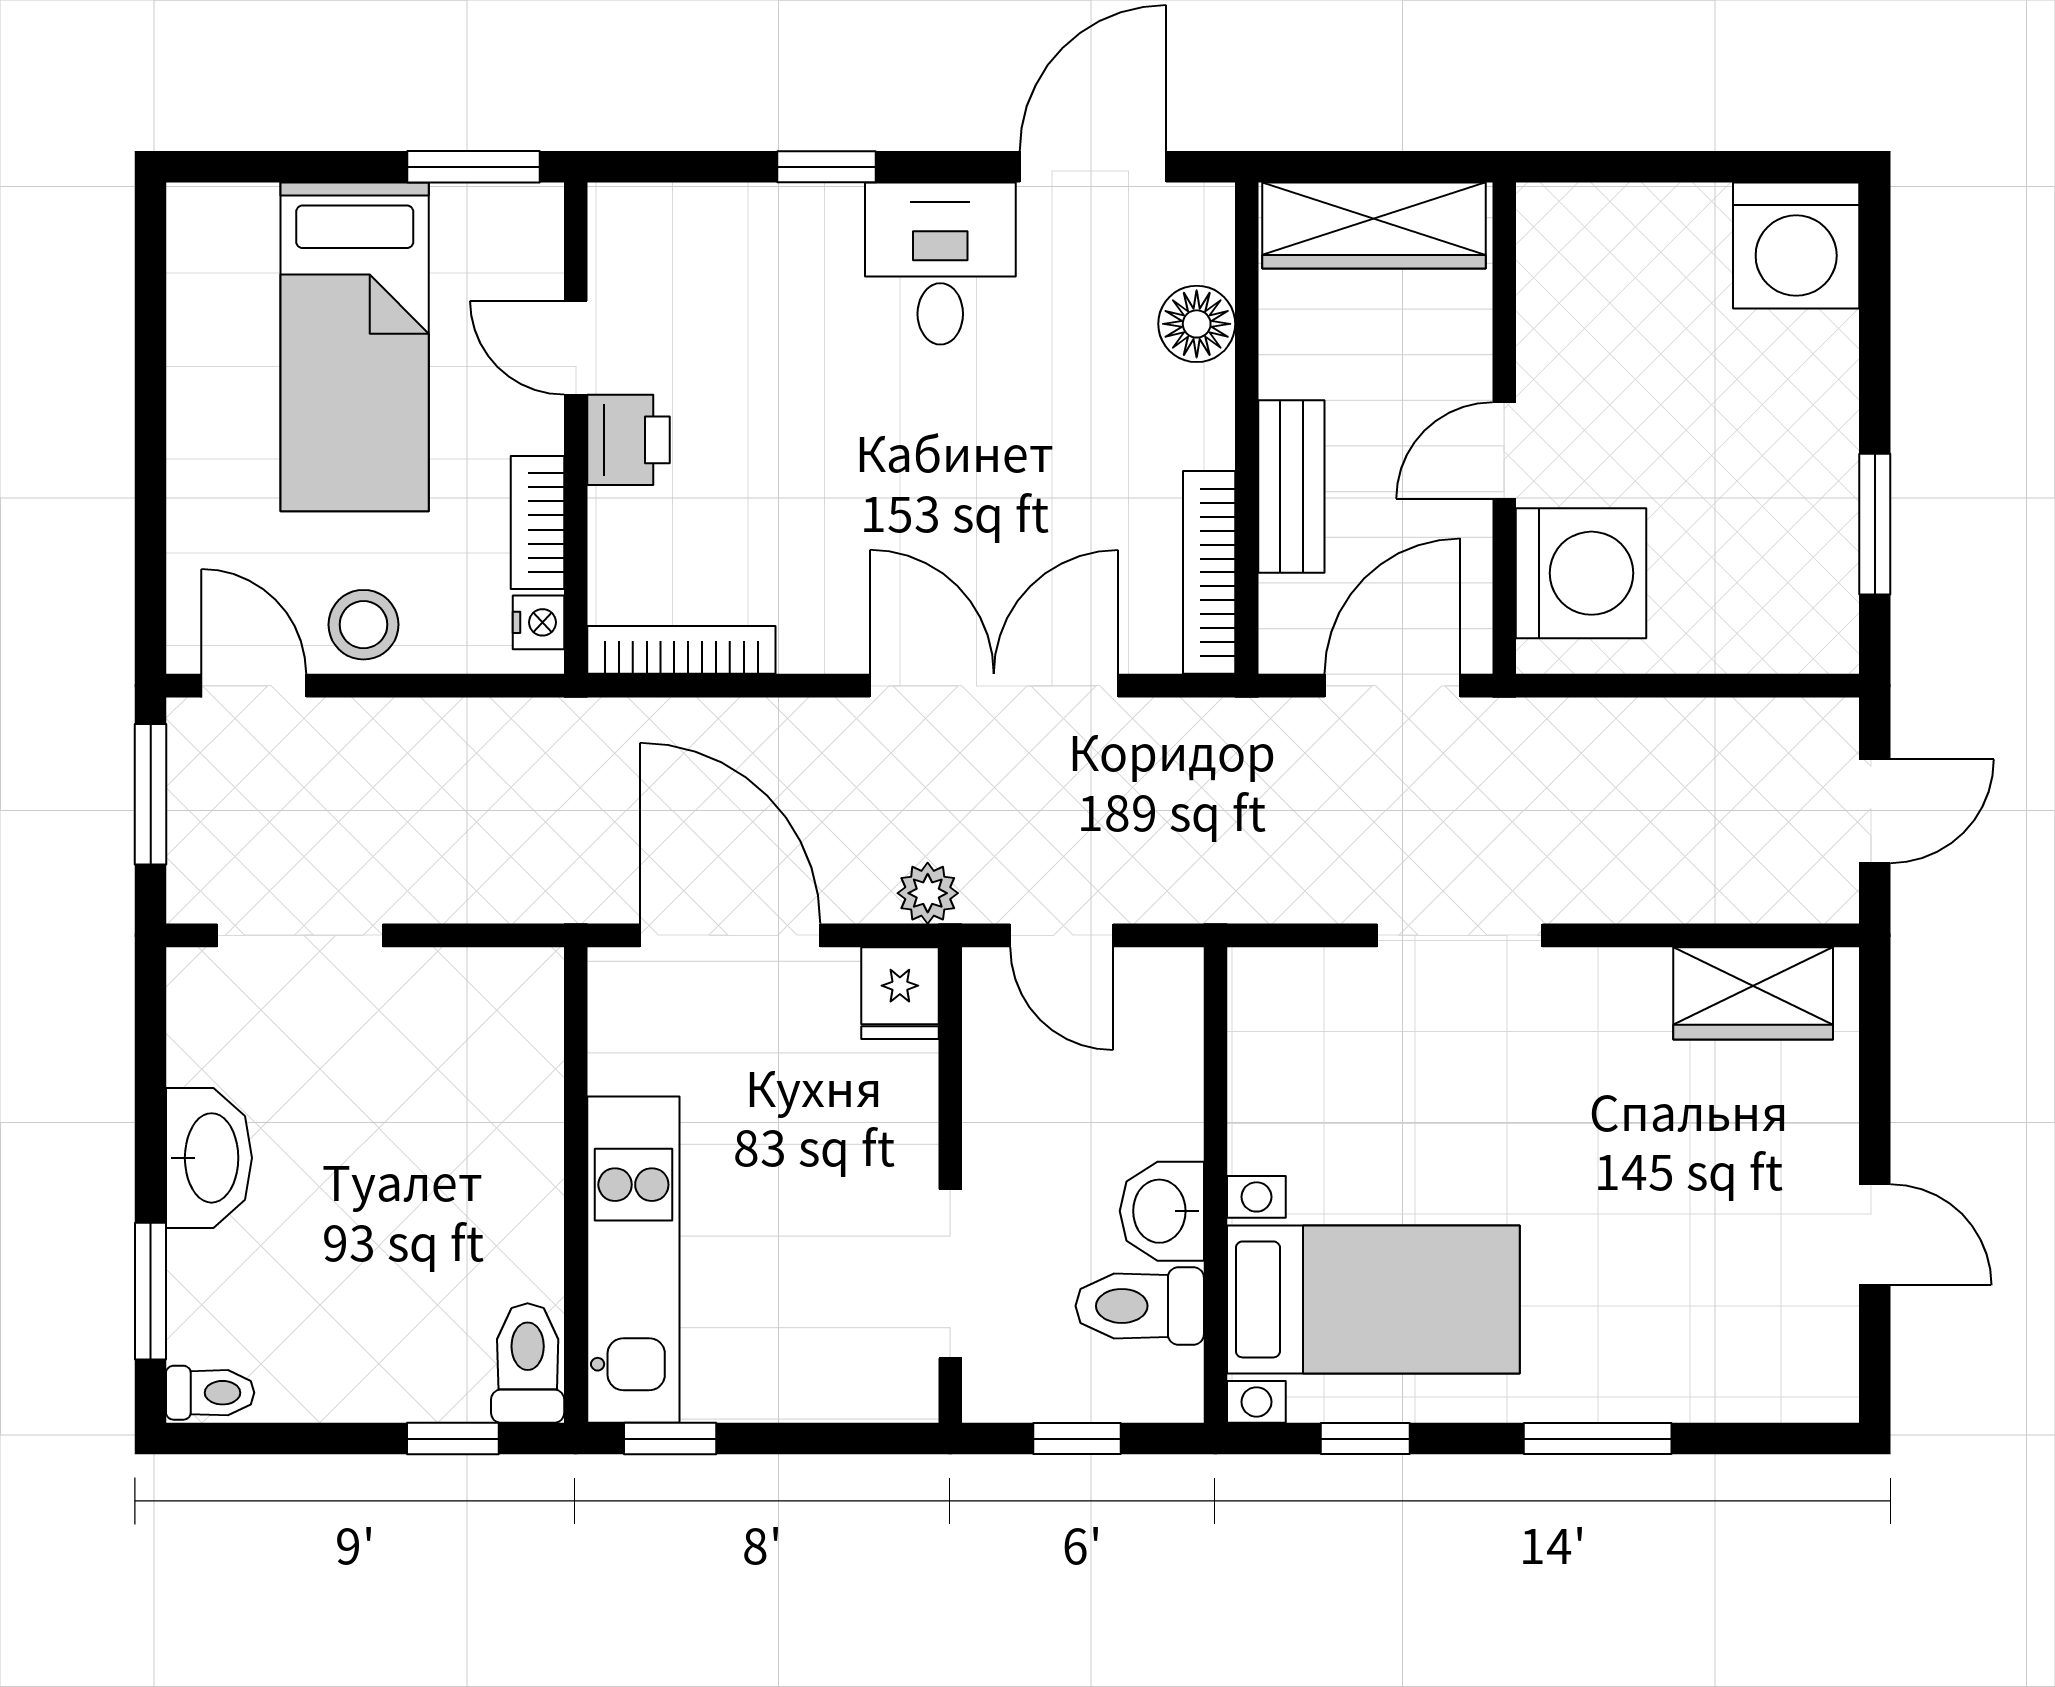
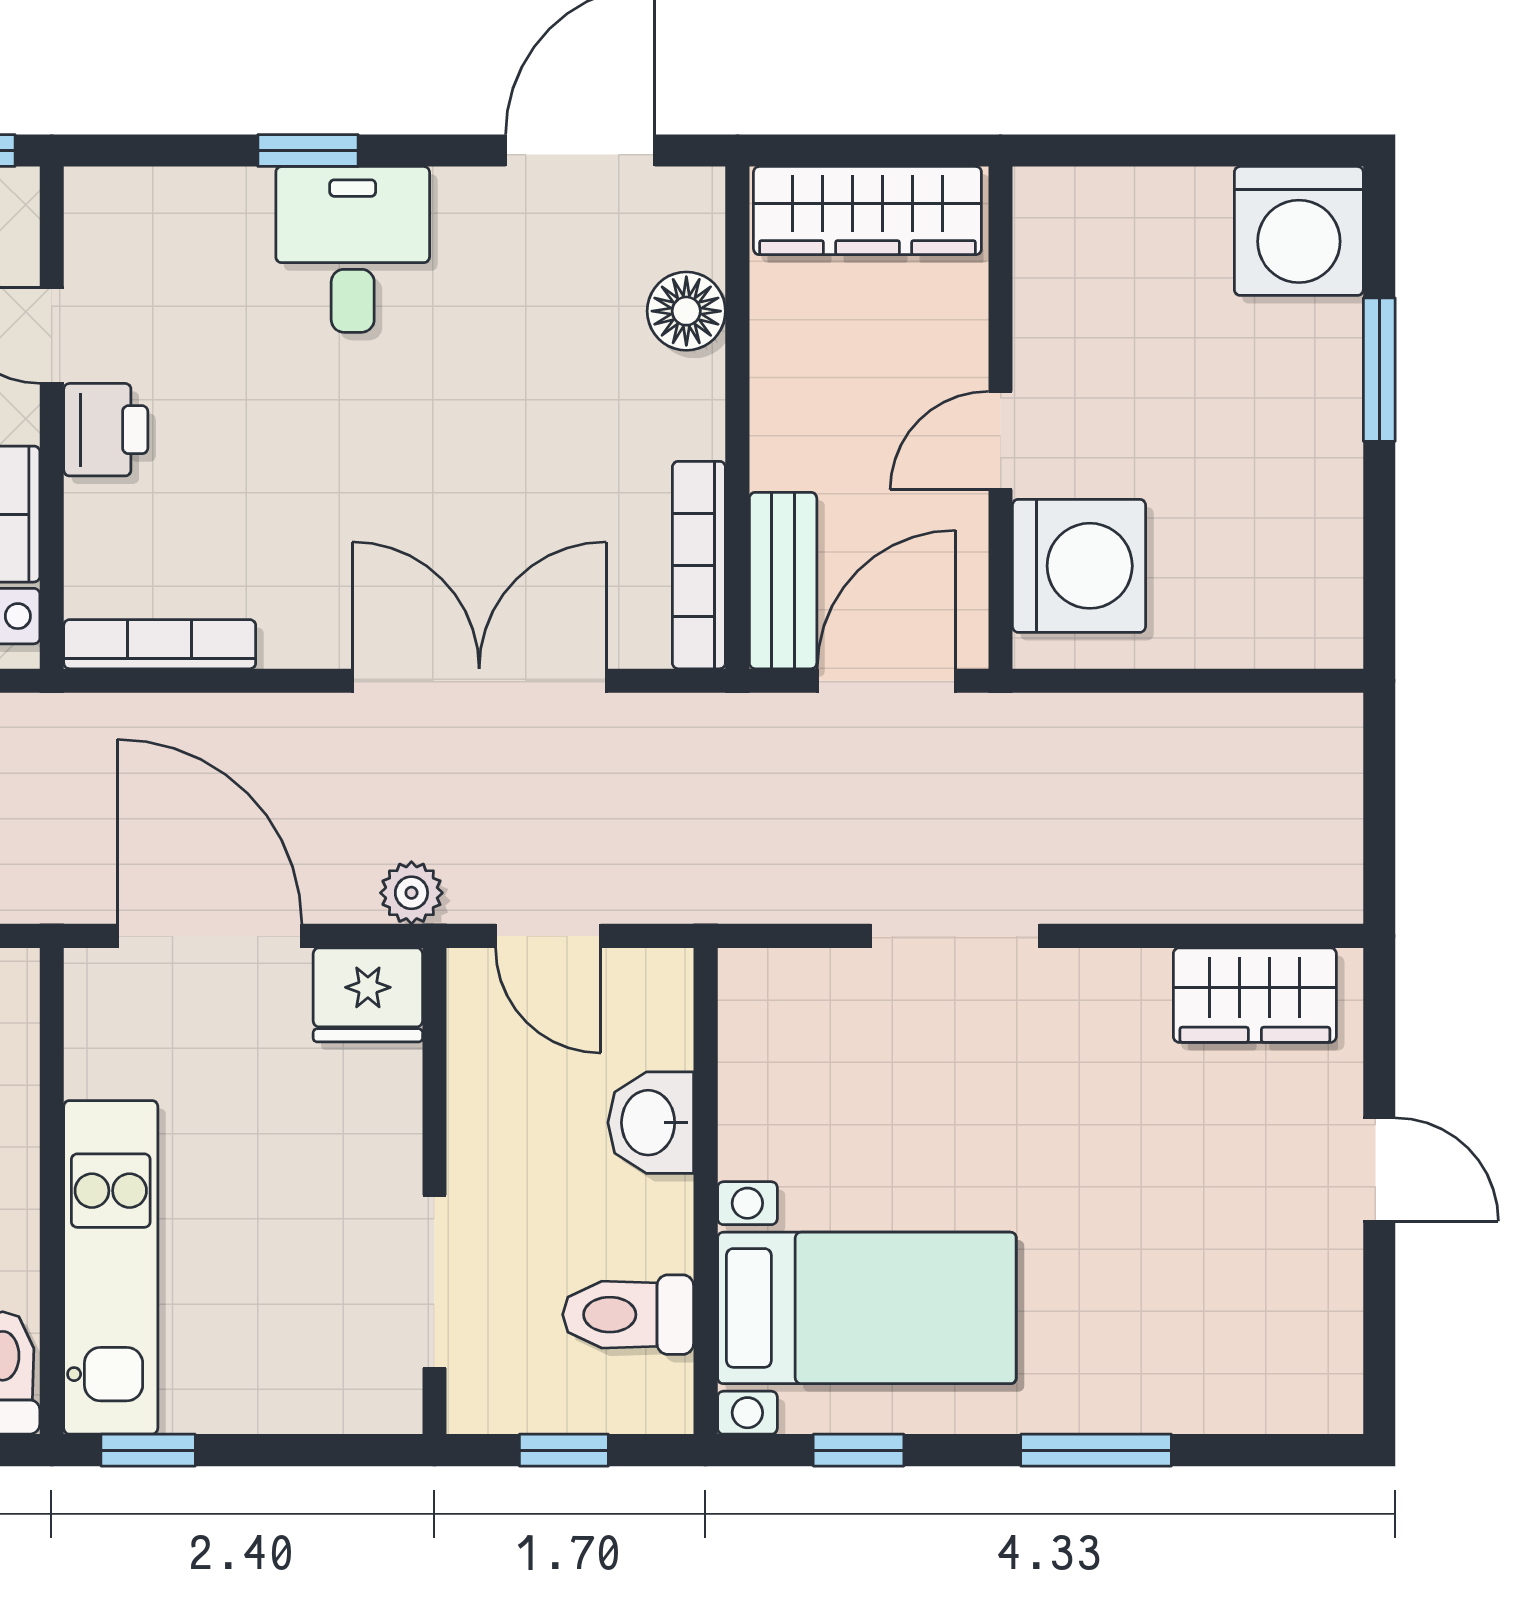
desk: (940, 264) -> (353, 249), moved
bench: (1291, 487) -> (783, 581), moved
window: (1875, 524) -> (1379, 370), moved
door: (1875, 811) -> (1379, 809), removed
fridge: (900, 993) -> (368, 995), width x1.38
washbasin: (1162, 1211) -> (651, 1123), moved
door: (1875, 1235) -> (1379, 1169), moved

